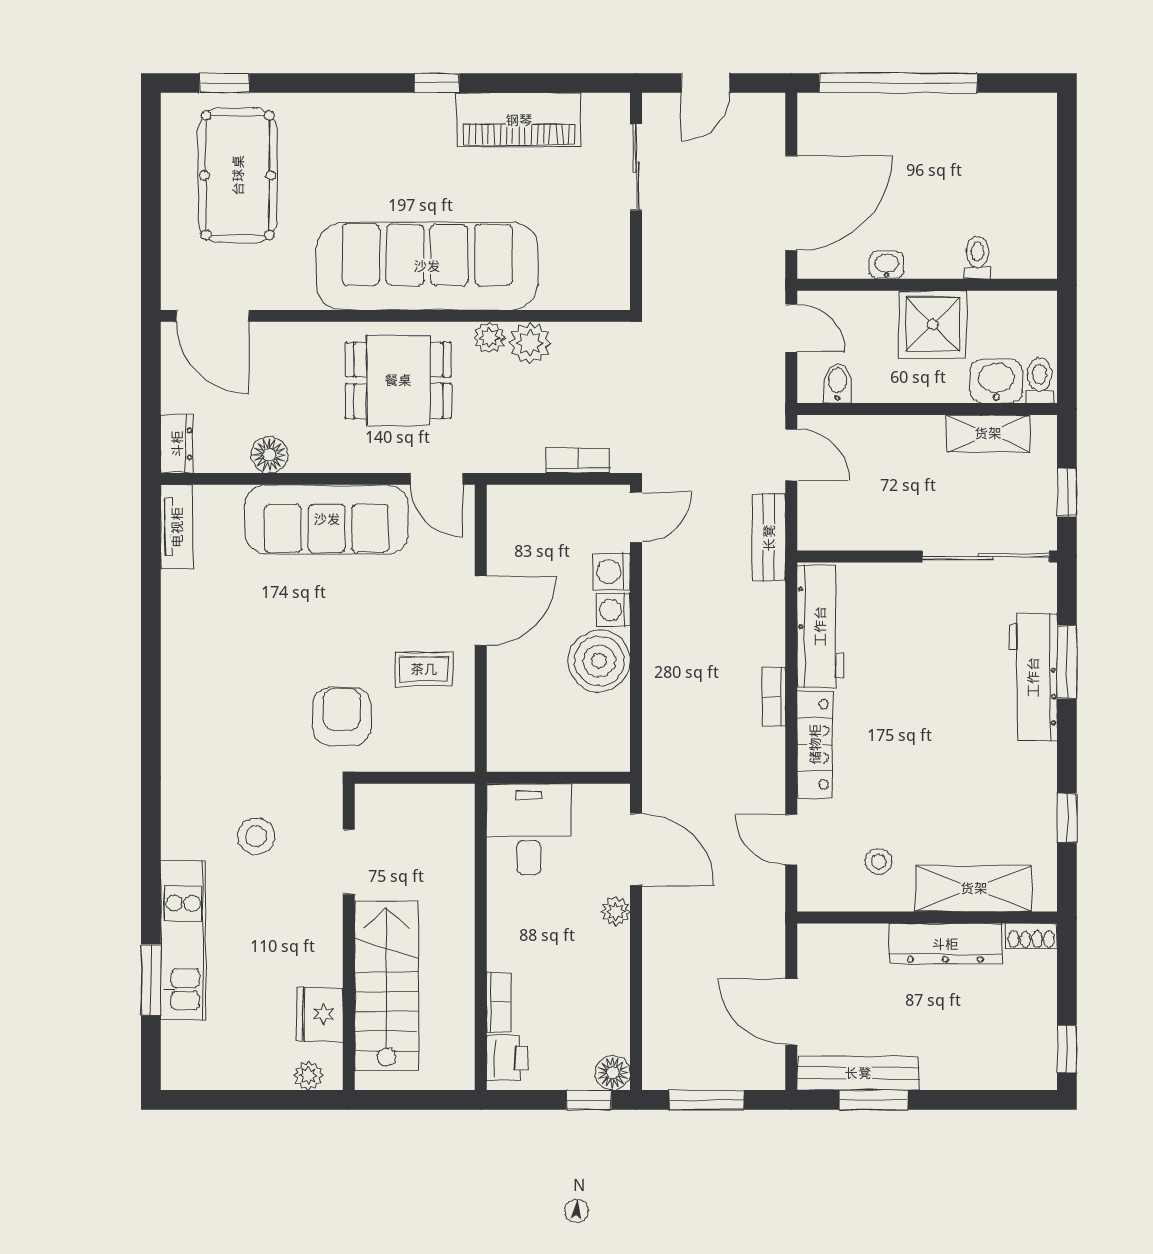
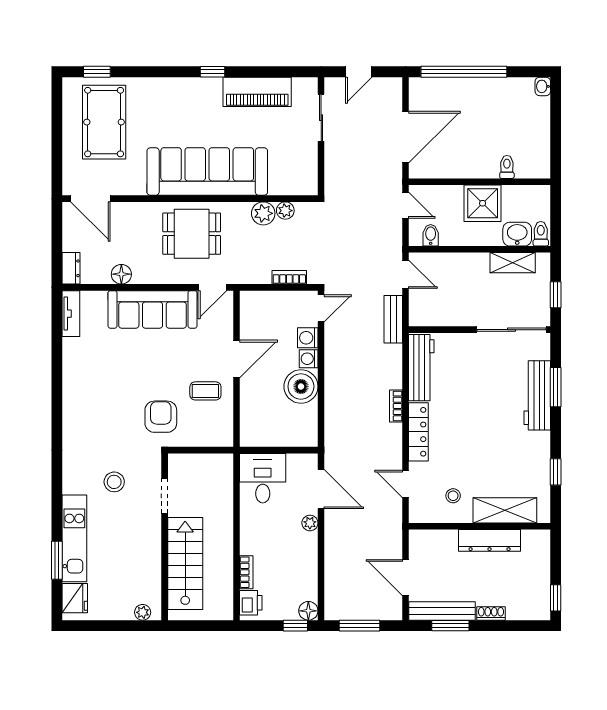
washbasin: (887, 265) -> (543, 86), moved, turned -90
plant: (489, 338) -> (285, 211), moved
door: (437, 479) -> (212, 287), hinge flipped
shoe rack: (1031, 936) -> (491, 613), moved, turned 180
fridge: (320, 1014) -> (75, 598), moved, turned 180

